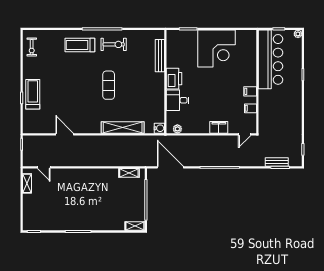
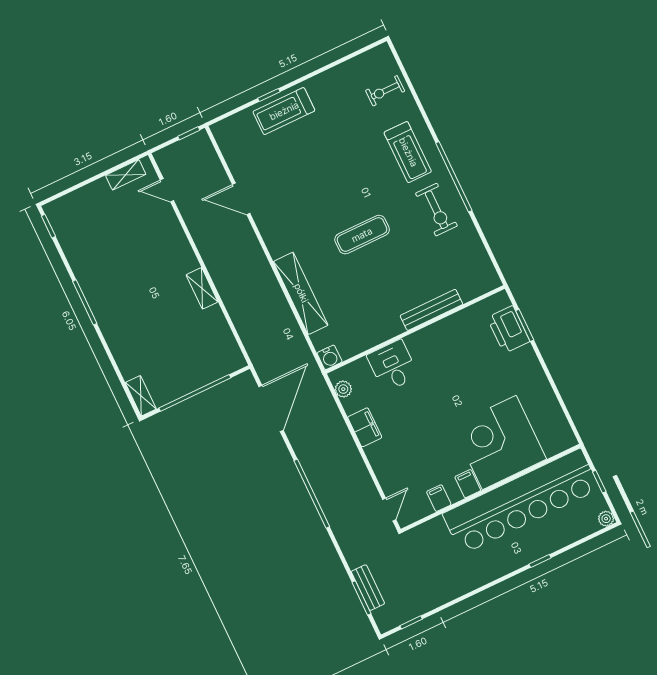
treadmill: (80, 45) -> (408, 152), turned 180
exercise bike: (32, 47) -> (385, 91), moved
corner desk: (217, 48) -> (499, 442), moved, turned 90
bench: (160, 56) -> (431, 310), moved
bar counter: (271, 59) -> (521, 501), width x1.36
printer: (174, 79) -> (508, 330), moved, turned 90
treadmill: (33, 94) -> (284, 111), turned 180
filing cabinet: (219, 127) -> (365, 427), moved
door: (65, 134) -> (241, 199), swing flipped
door: (245, 134) -> (389, 509), swing flipped
door: (44, 167) -> (167, 190), hinge flipped
shelving: (129, 173) -> (202, 288), moved

